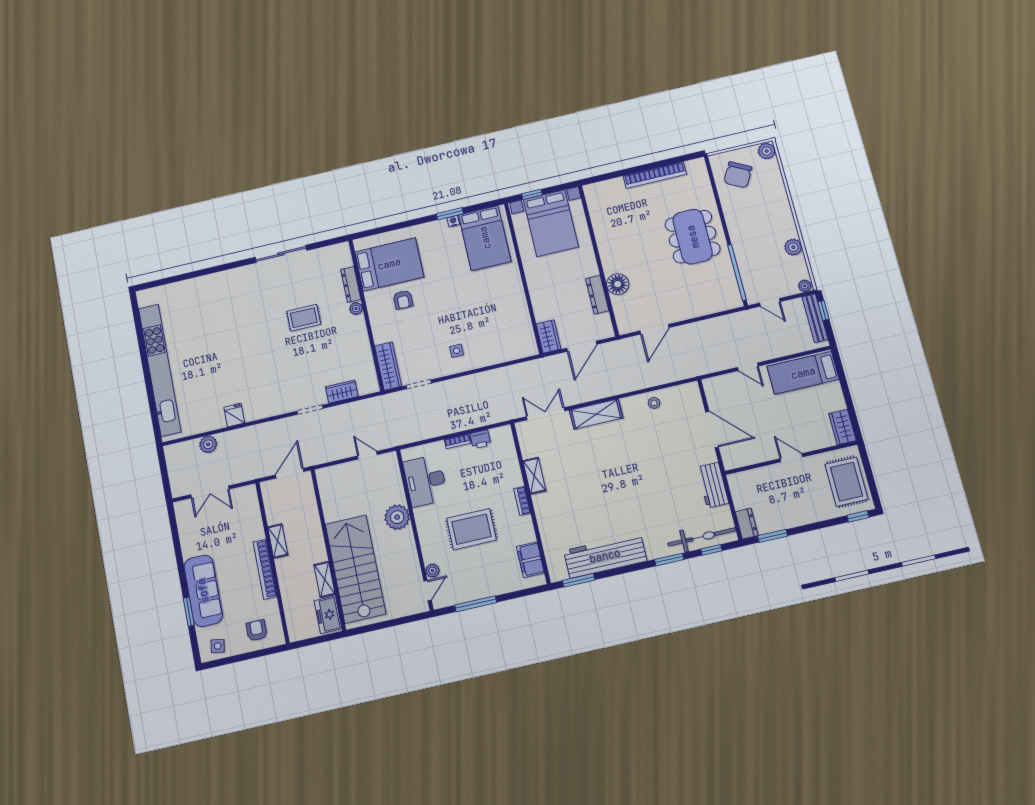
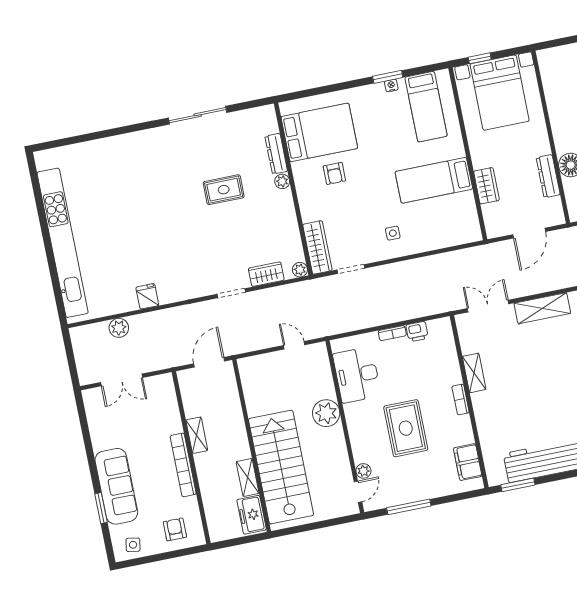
bed: (485, 238) -> (426, 107), width x0.67
bed: (493, 302) -> (434, 180), added
wardrobe: (548, 336) -> (486, 186), moved
plant: (372, 386) -> (300, 270), added
rug: (471, 529) -> (406, 428), turned 90

